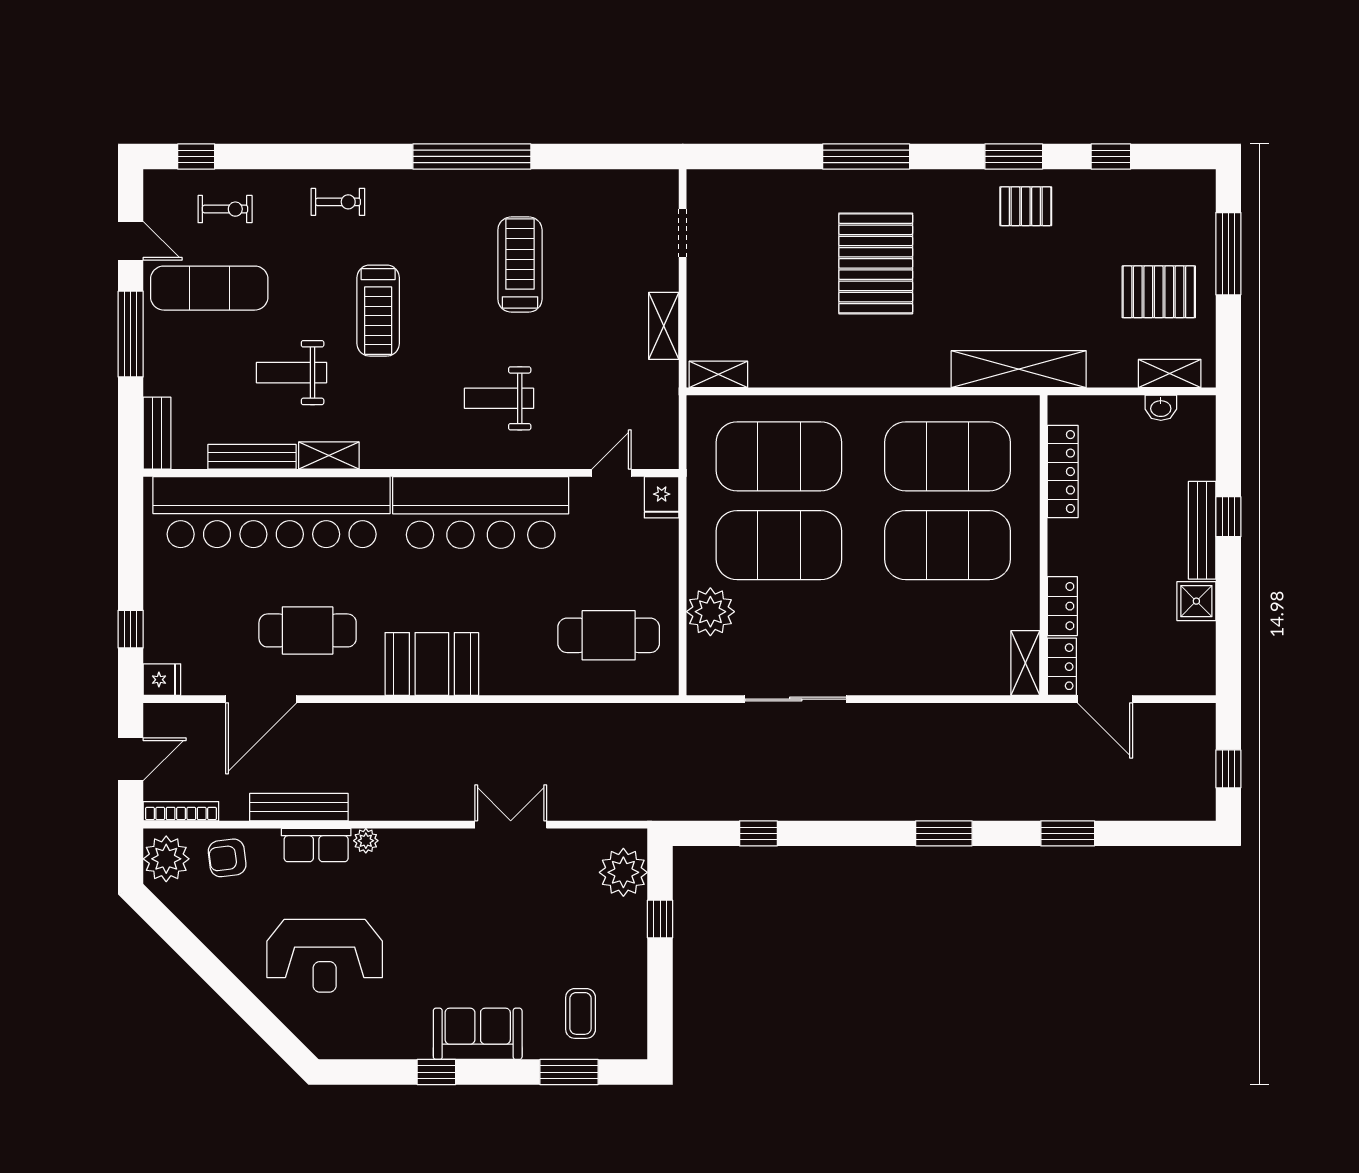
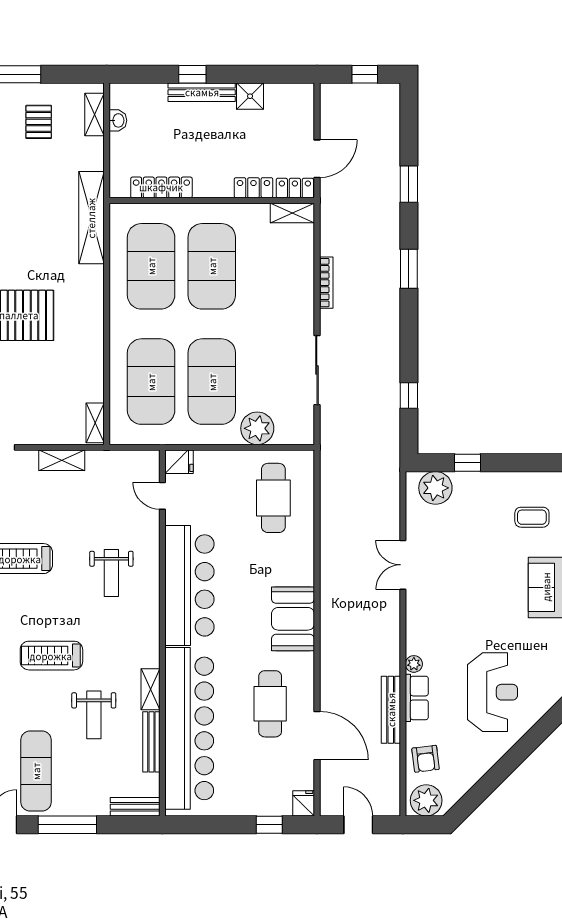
pallet: (1159, 292) -> (39, 122), width x0.67, depth x0.71
treadmill: (378, 311) -> (51, 656), turned 180
bookcase: (181, 811) -> (326, 283), moved, turned 180

